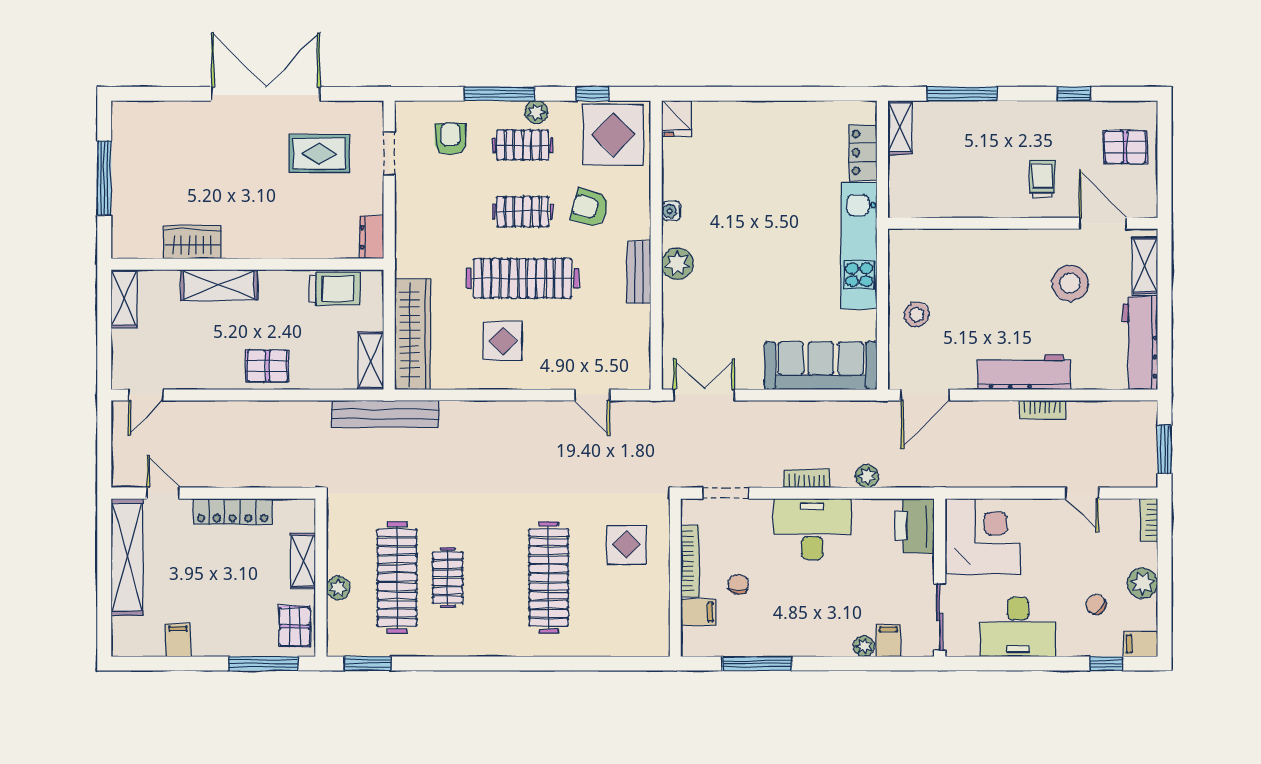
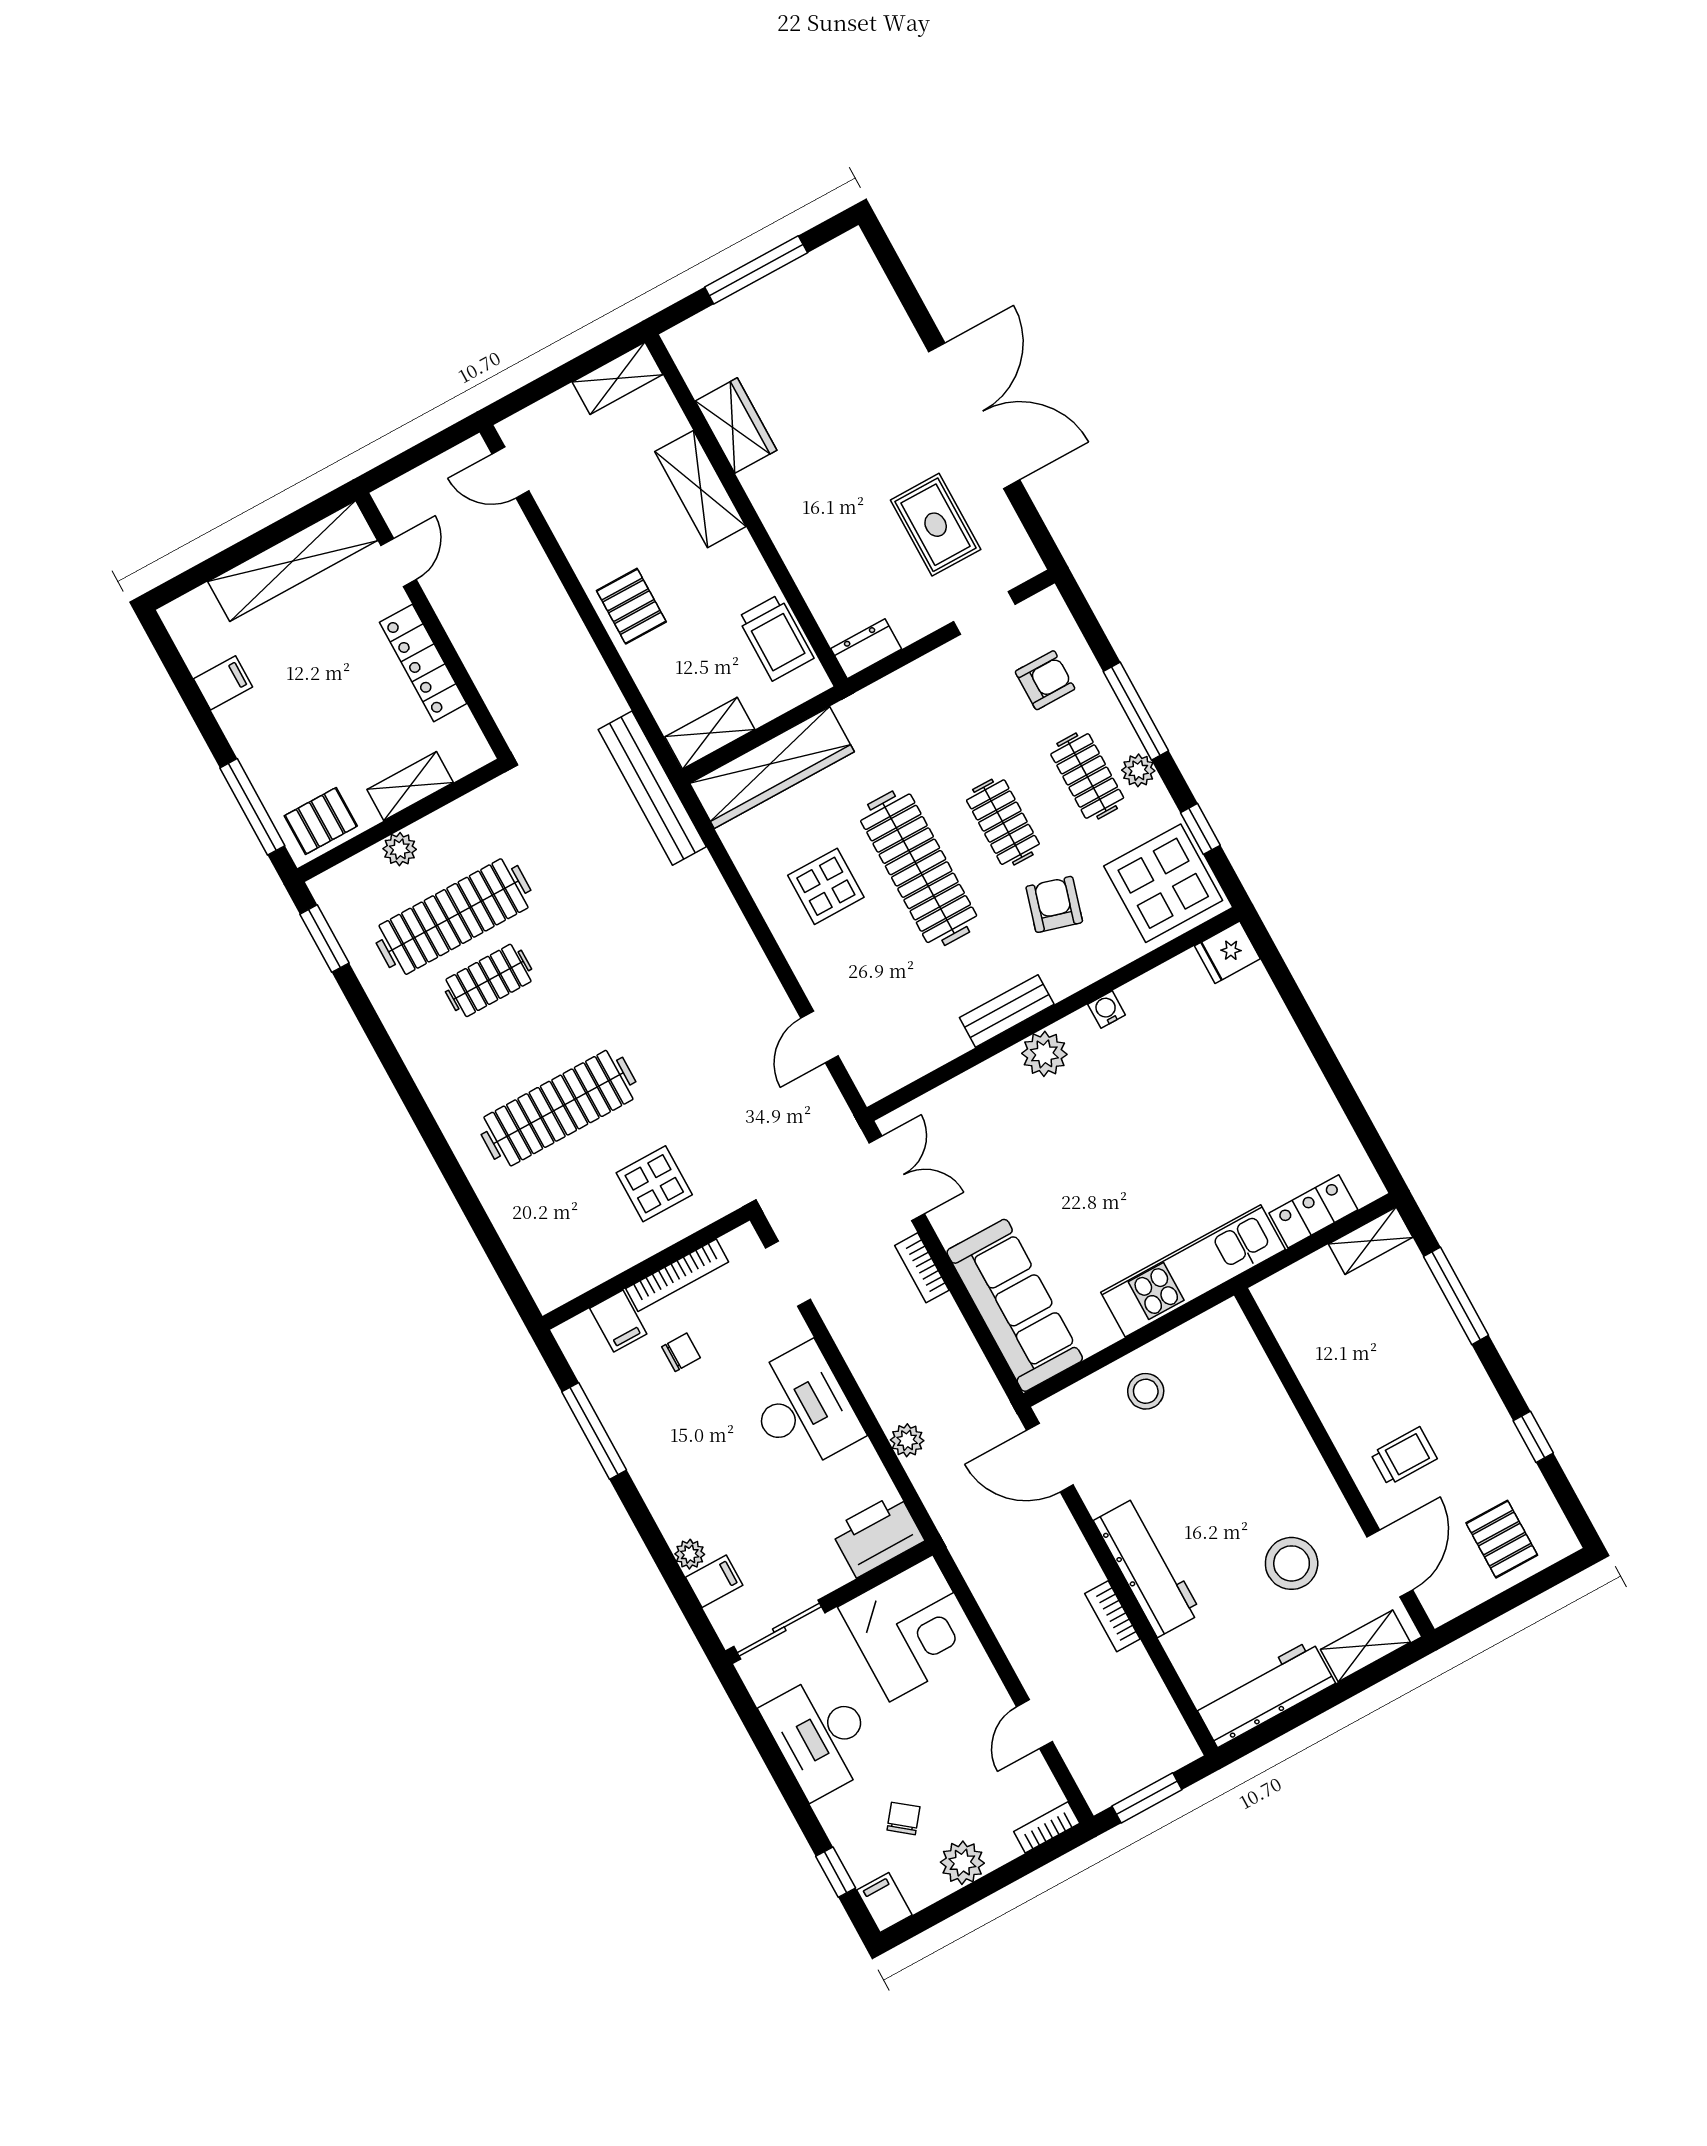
bookcase: (807, 479) -> (922, 1268), moved, turned 180

